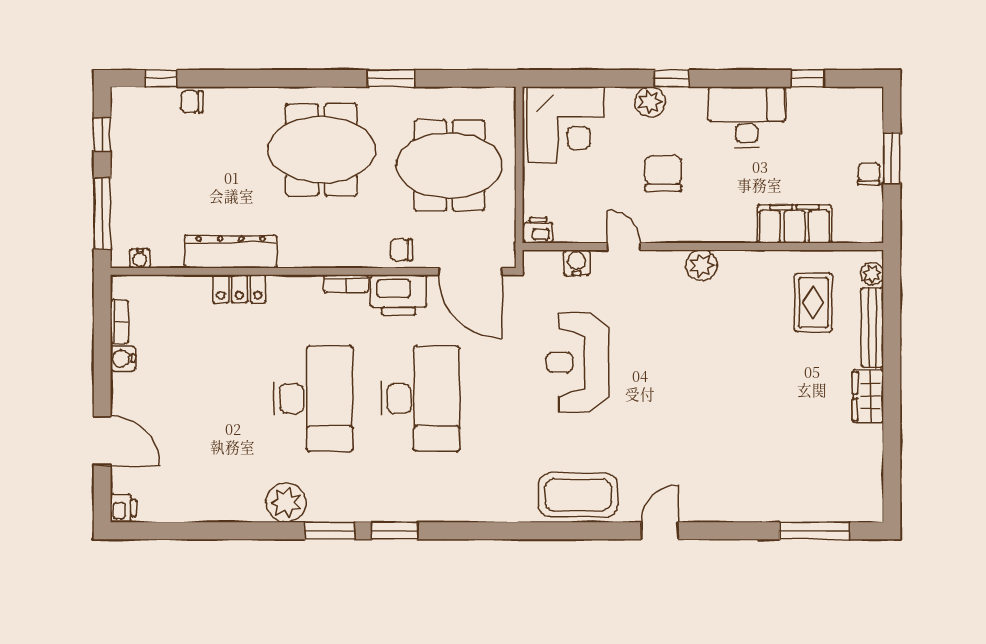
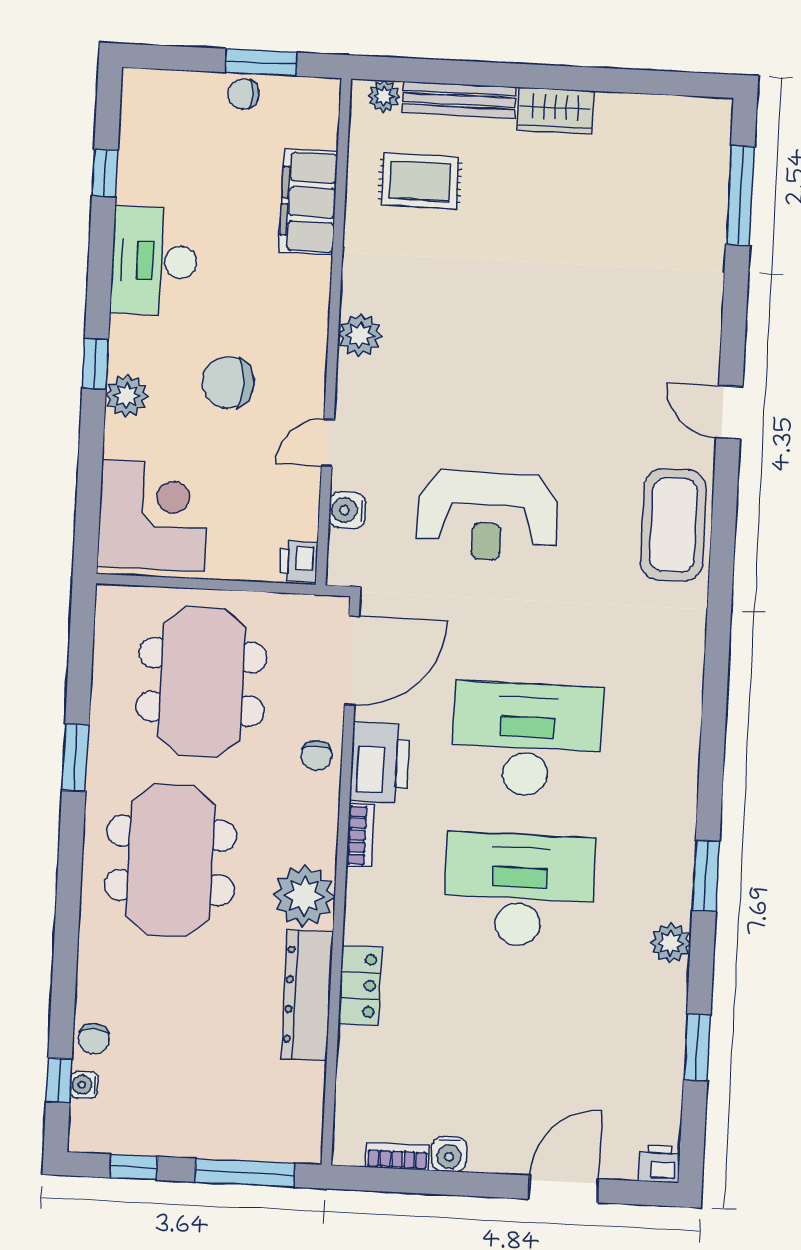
window: (892, 158) -> (261, 62), moved
plant: (301, 246) -> (304, 896), added
water cooler: (140, 258) -> (84, 1085), moved, turned 180
plant: (286, 503) -> (670, 943), width x0.73, depth x0.73
window: (394, 531) -> (697, 1047), moved

